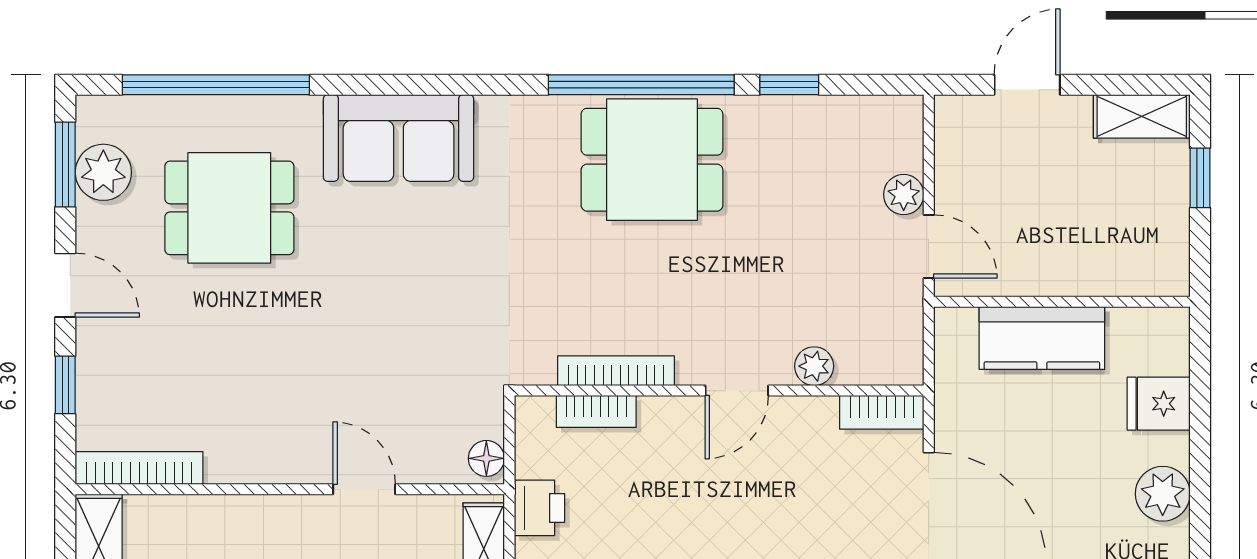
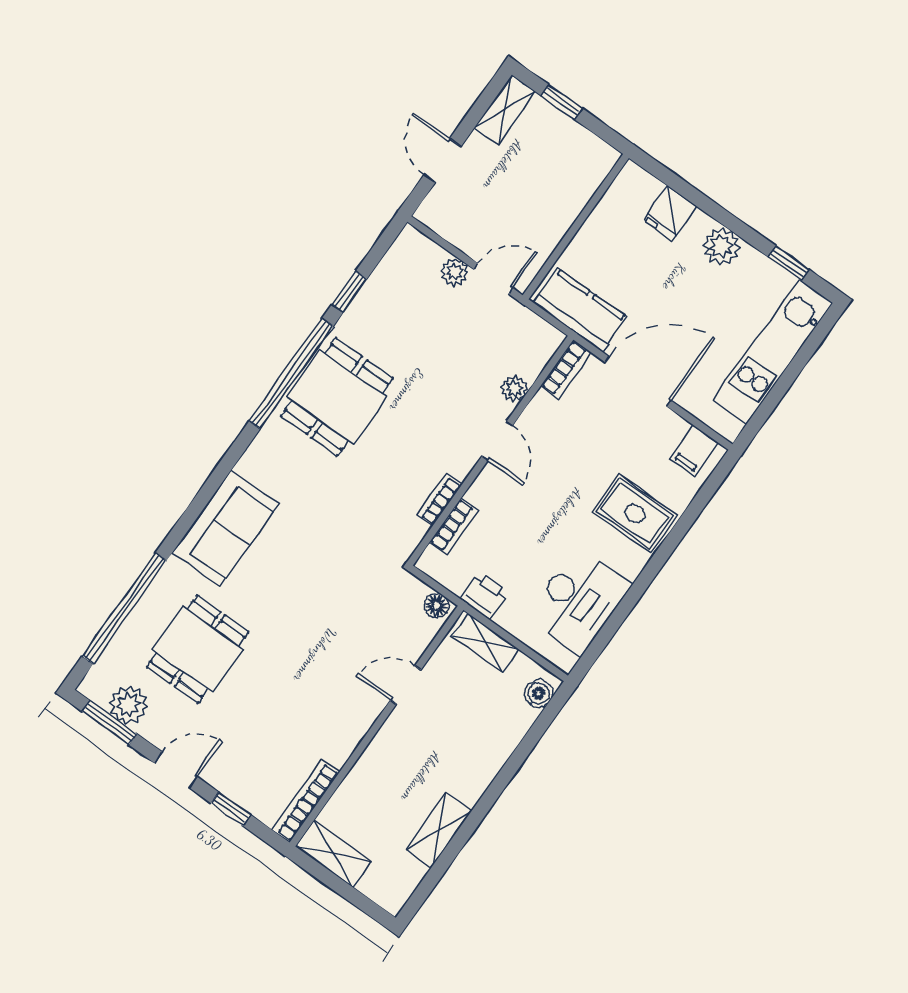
kitchen counter: (1042, 338) -> (580, 310), moved, turned -90
bookcase: (616, 371) -> (439, 500), width x0.64

